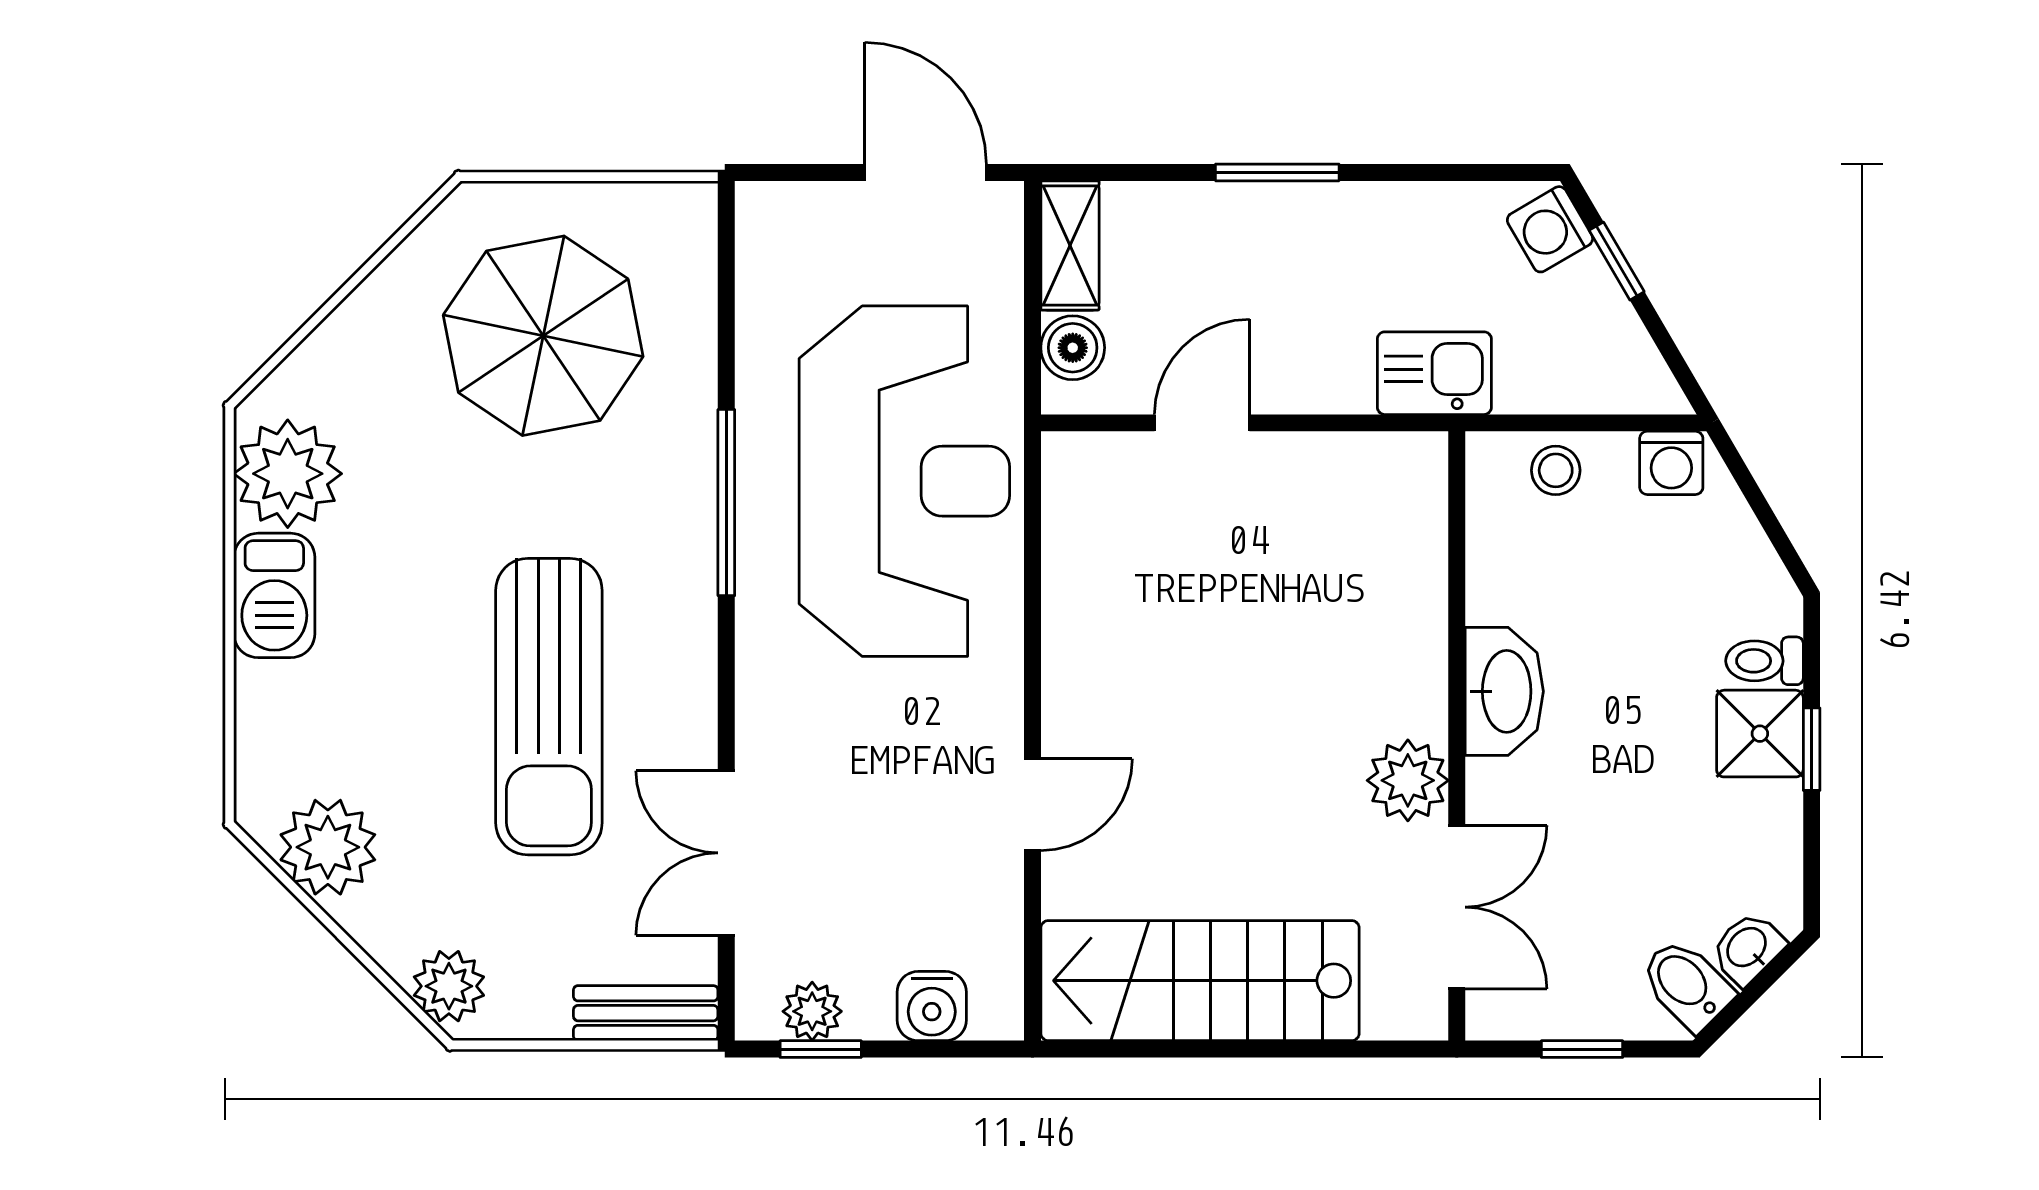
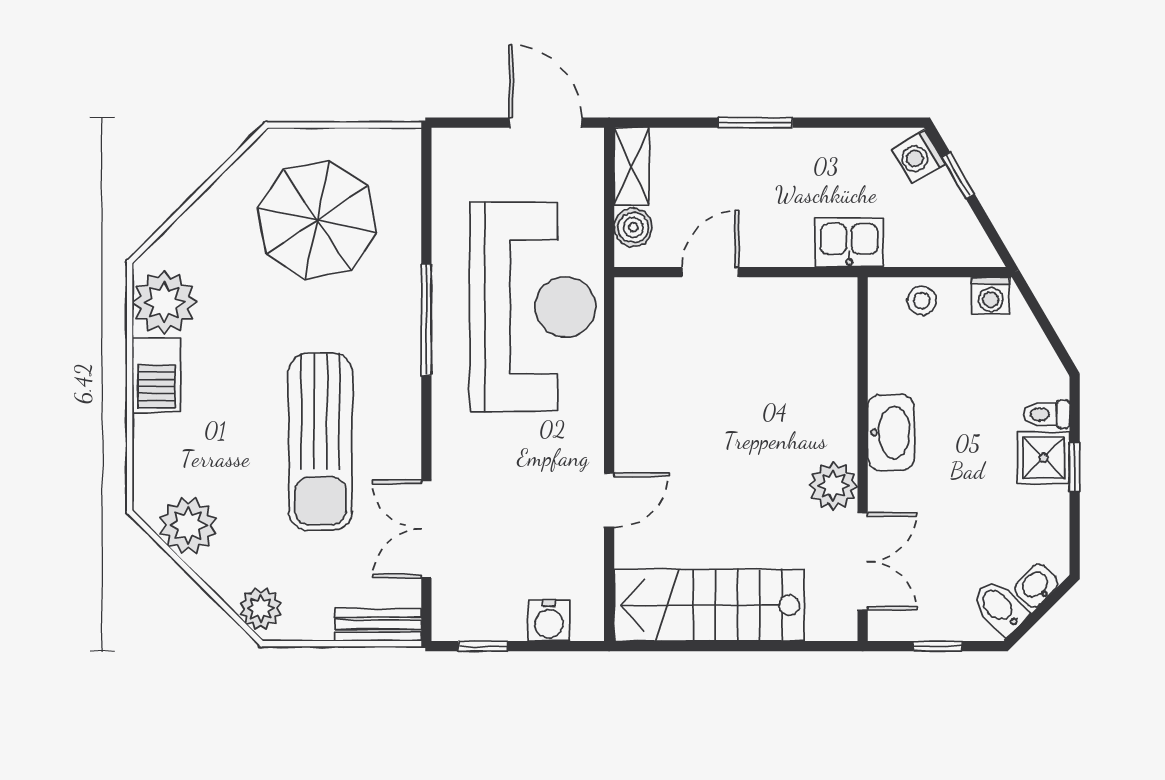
plant: (812, 1011) -> (478, 624), removed

